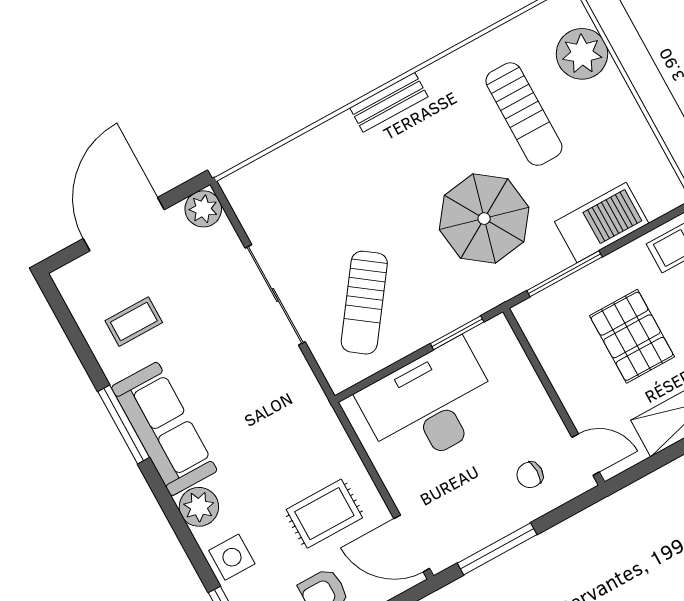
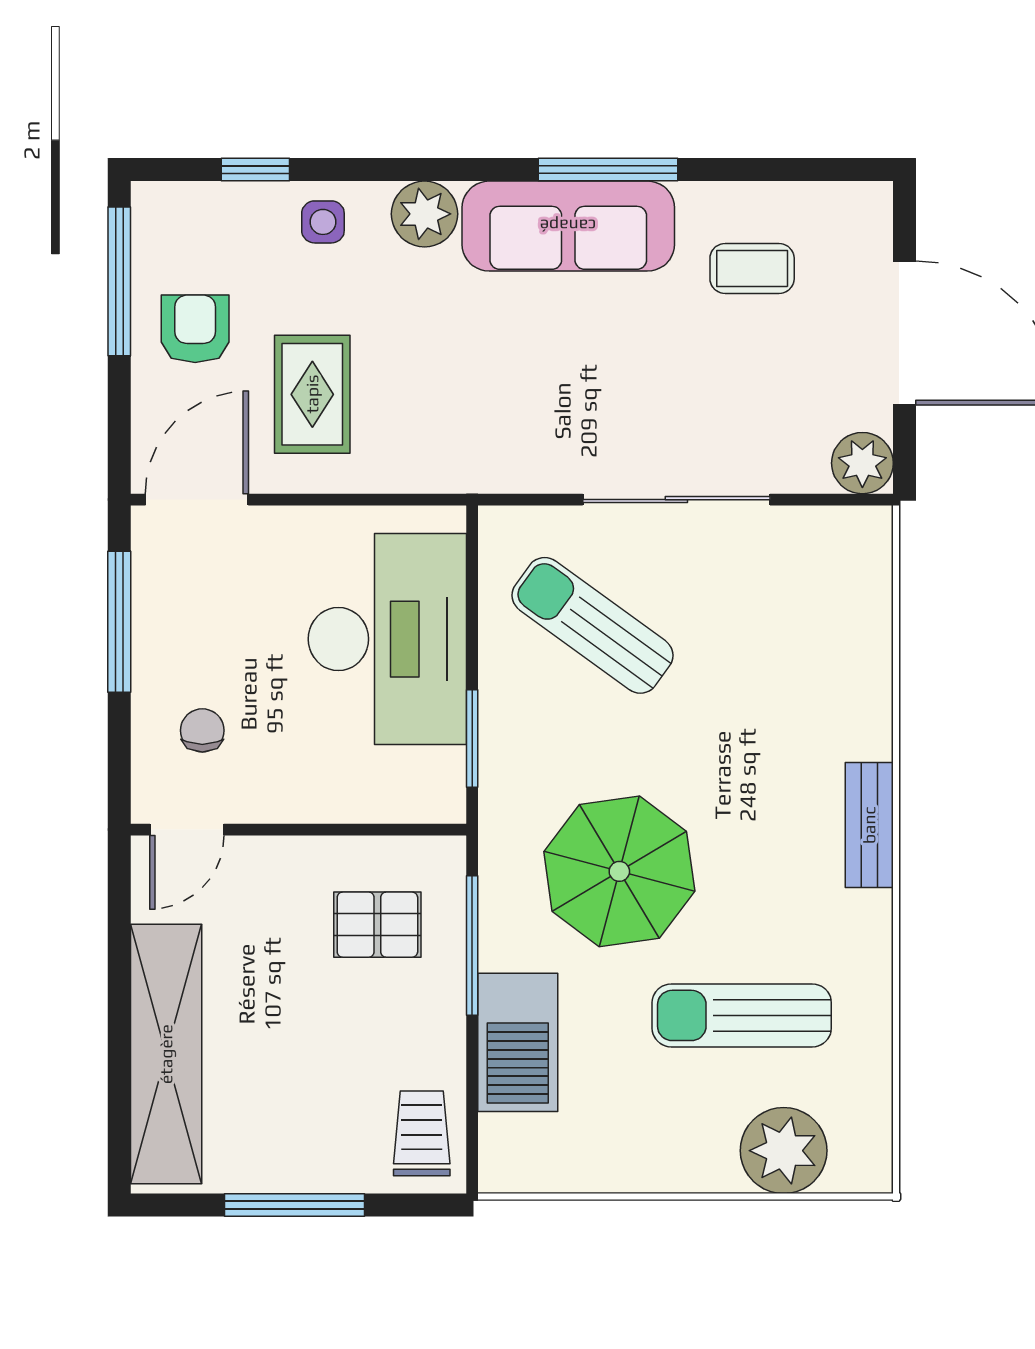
coffee table: (134, 322) -> (752, 268), turned 90
pallet: (632, 336) -> (377, 925), moved, width x0.67, depth x0.71
side table: (232, 557) -> (323, 222), width x0.73, depth x0.73

